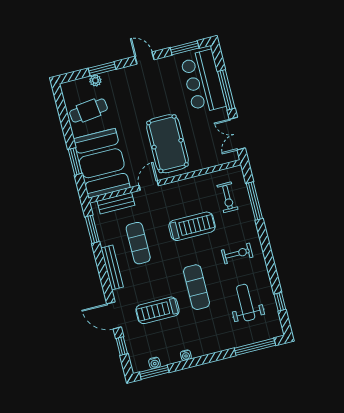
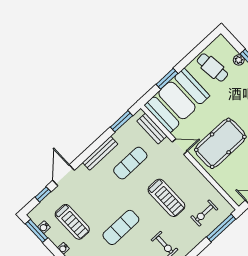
window: (254, 201) -> (221, 228), moved
treadmill: (158, 310) -> (72, 222), moved, turned 180

